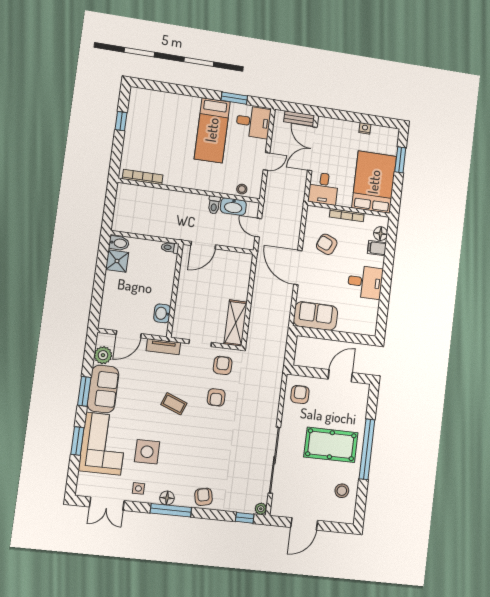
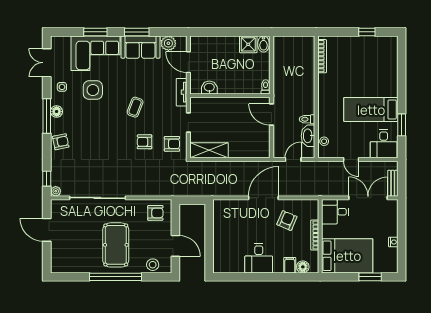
sofa: (316, 316) -> (224, 218), removed
stool: (342, 491) -> (153, 265), moved

